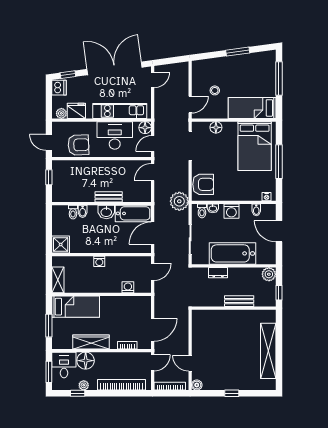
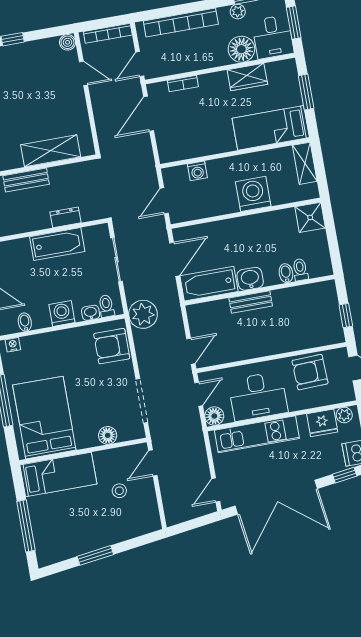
bathtub: (233, 253) -> (57, 244), width x0.73, depth x0.73
washing machine: (99, 261) -> (253, 194), width x1.89, depth x1.89
shelving: (220, 317) -> (51, 151), added
wardrobe: (91, 342) -> (247, 77), width x0.67

